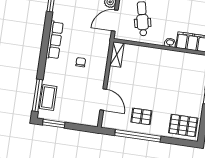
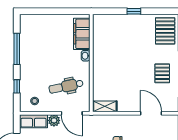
door: (103, 100) -> (151, 113), hinge flipped

